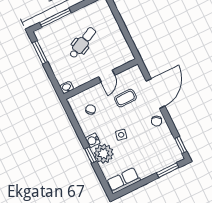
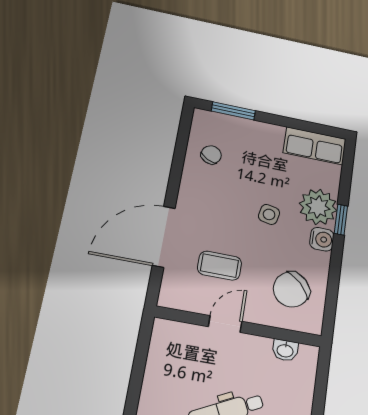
washbasin: (67, 88) -> (285, 350), moved
chair: (91, 109) -> (291, 289), width x1.87, depth x1.87
chair: (157, 121) -> (211, 155), moved
window: (181, 145) -> (184, 131), removed

